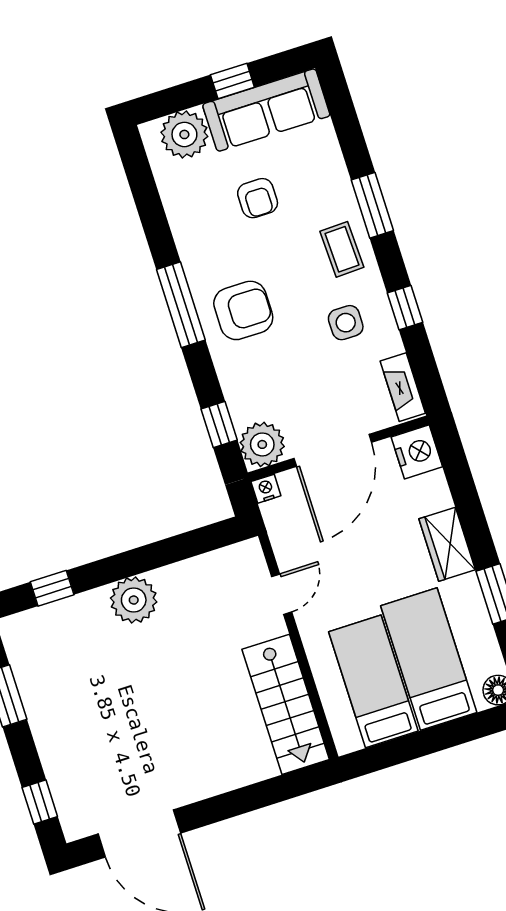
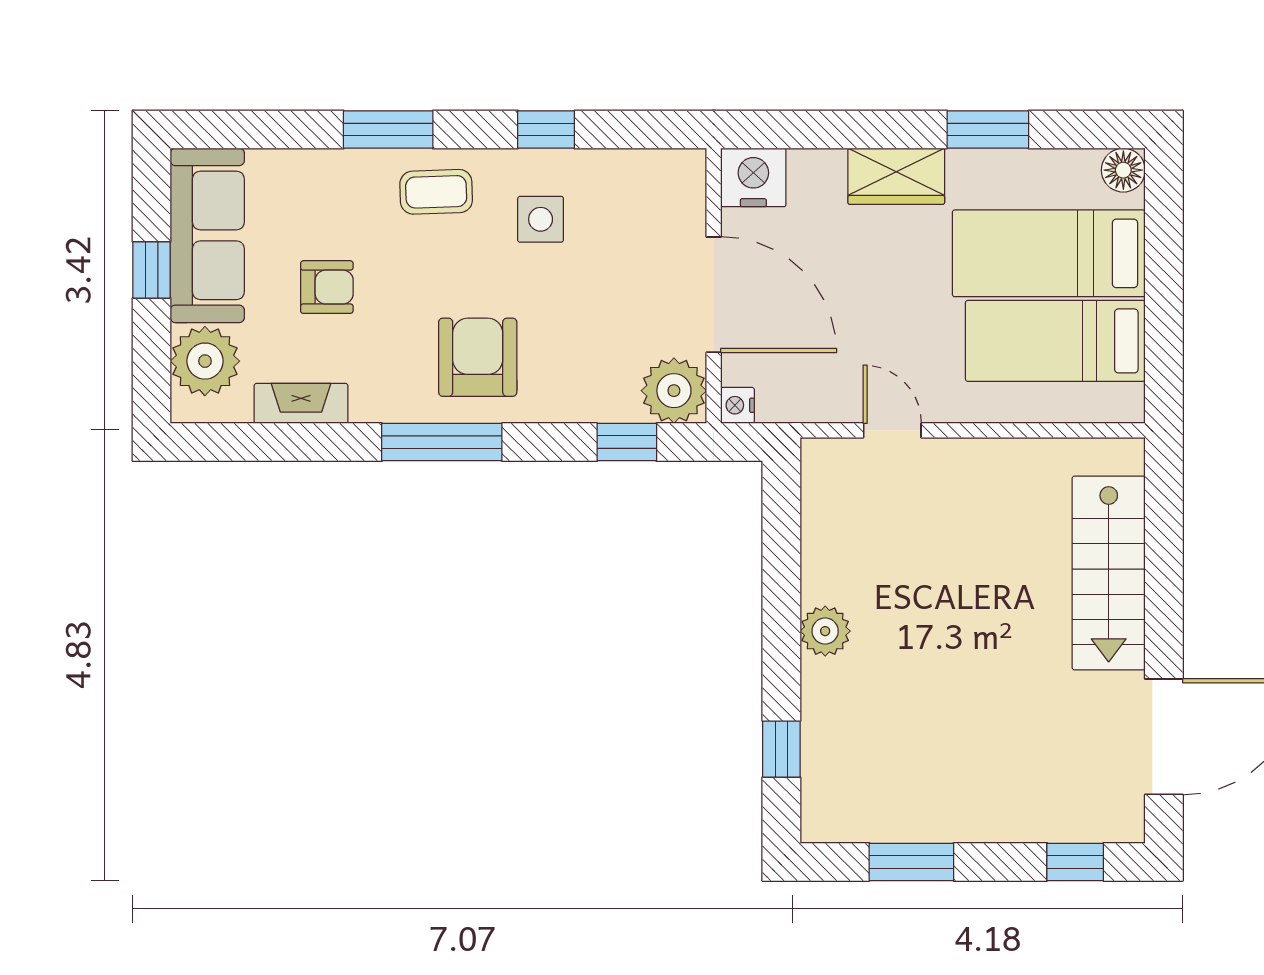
fireplace: (403, 387) -> (301, 403), moved, turned 180
plant: (134, 600) -> (825, 631), width x0.73, depth x0.73
stairs: (286, 704) -> (1109, 573), moved, turned 90

